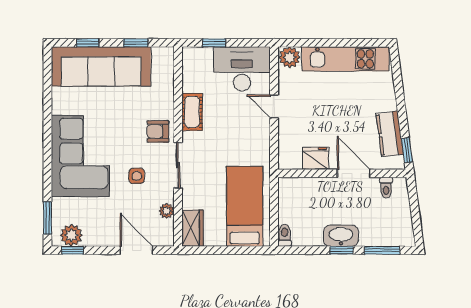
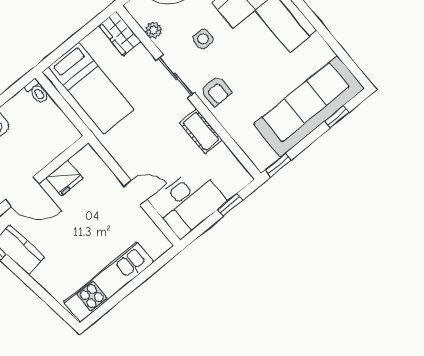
window: (136, 43) -> (278, 165), moved
plant: (290, 57) -> (157, 245), removed
armchair: (158, 131) -> (216, 91), turned 90

